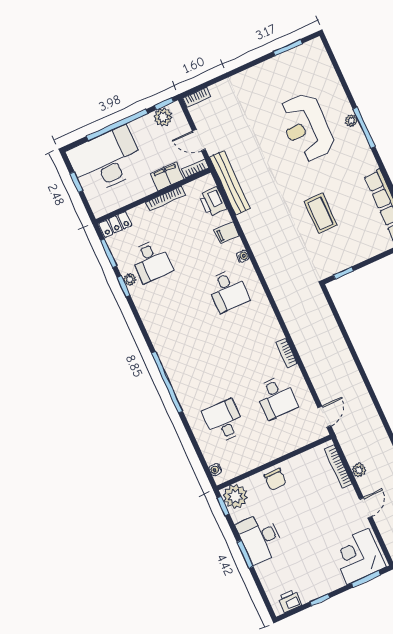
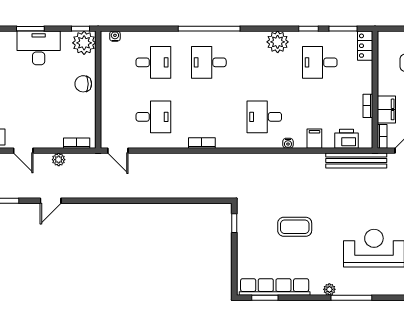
plant: (351, 121) -> (329, 289), moved
bookcase: (166, 198) -> (368, 106), width x0.64
plant: (130, 279) -> (278, 42), moved, width x1.88, depth x1.88
bookcase: (287, 353) -> (202, 143), moved
desk: (200, 368) -> (209, 62), added
desk: (276, 397) -> (153, 117), turned 180
bookcase: (338, 467) -> (77, 143), width x0.64

